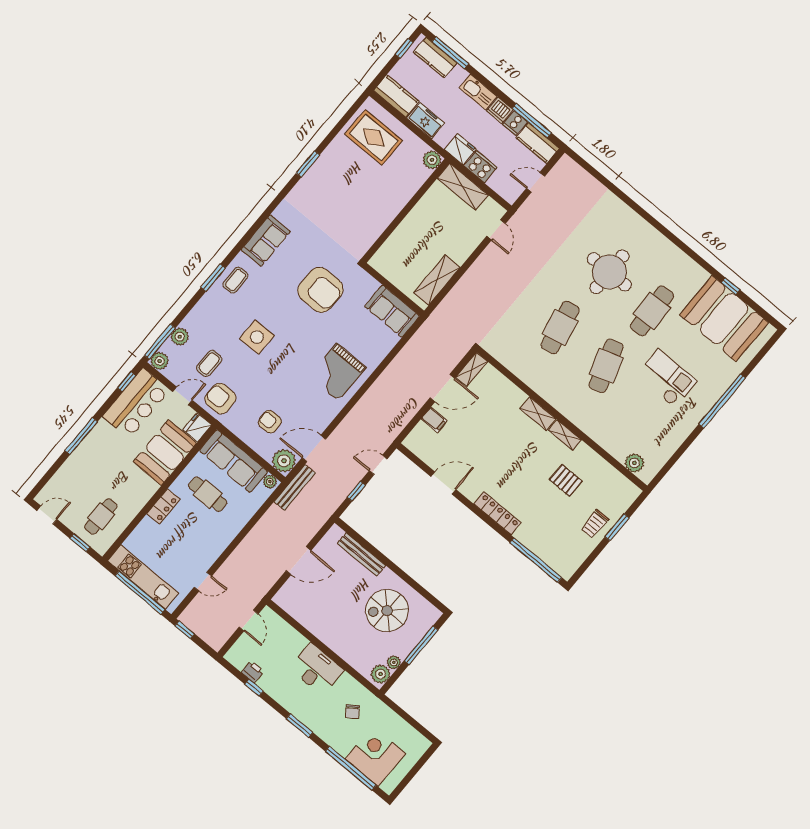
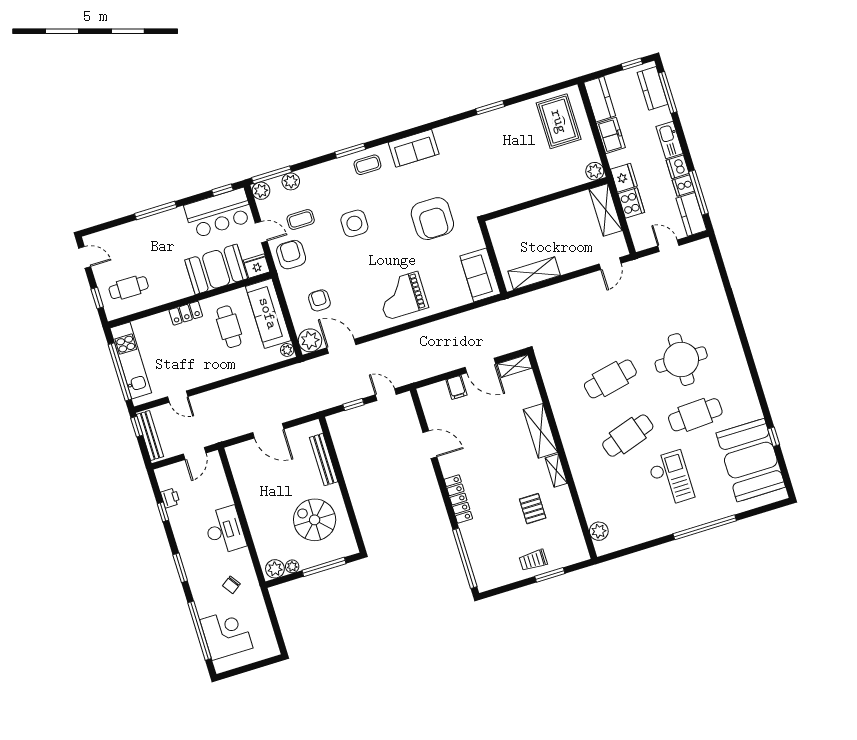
shelving: (538, 414) -> (541, 431), width x1.50, depth x1.33
bench: (295, 487) -> (150, 436), moved, turned 90

